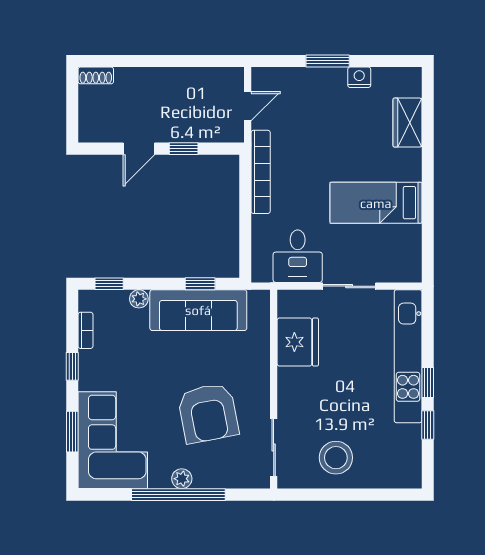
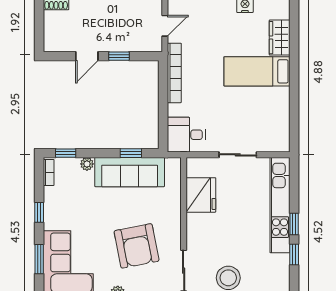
bed: (376, 203) -> (257, 71), moved
desk: (298, 256) -> (186, 135), moved, turned 90
bookcase: (85, 330) -> (49, 172), moved

